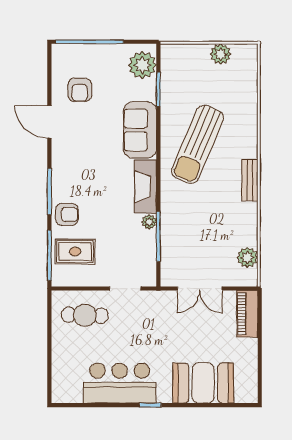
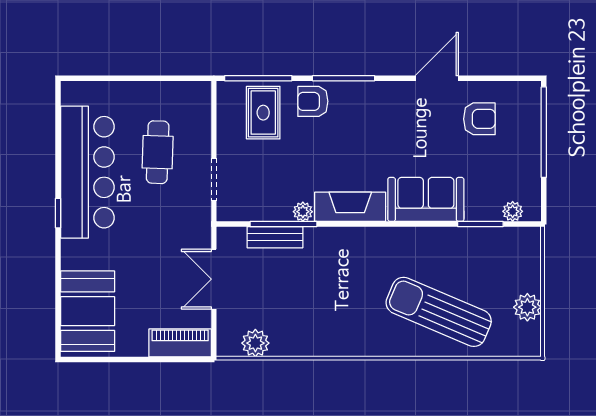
plant: (142, 65) -> (513, 211), width x0.53, depth x0.53
armchair: (80, 90) -> (479, 119), turned 180
sun lounger: (197, 144) -> (439, 312), moved
bench: (250, 180) -> (275, 237), moved
armchair: (67, 215) -> (313, 101), turned 90
cafe table: (85, 315) -> (158, 152), moved
bar counter: (120, 383) -> (87, 172), width x1.36
booth: (203, 383) -> (88, 311), moved

